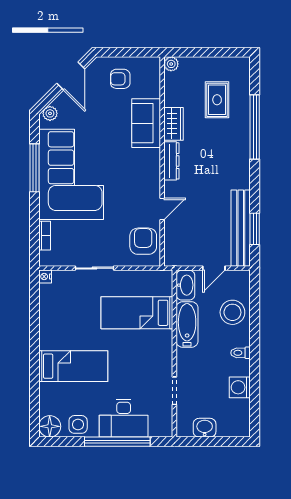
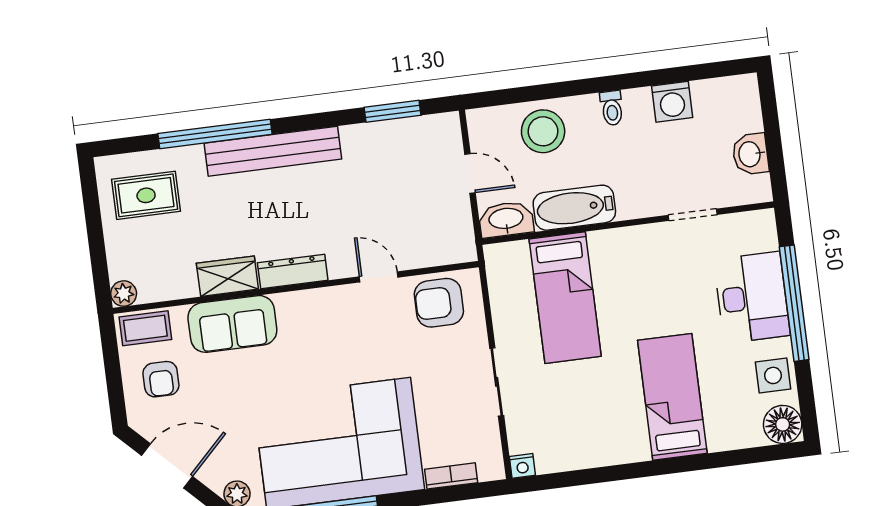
coffee table: (150, 74) -> (145, 328), added
rug: (217, 100) -> (146, 195), moved
bench: (241, 228) -> (273, 151), moved

